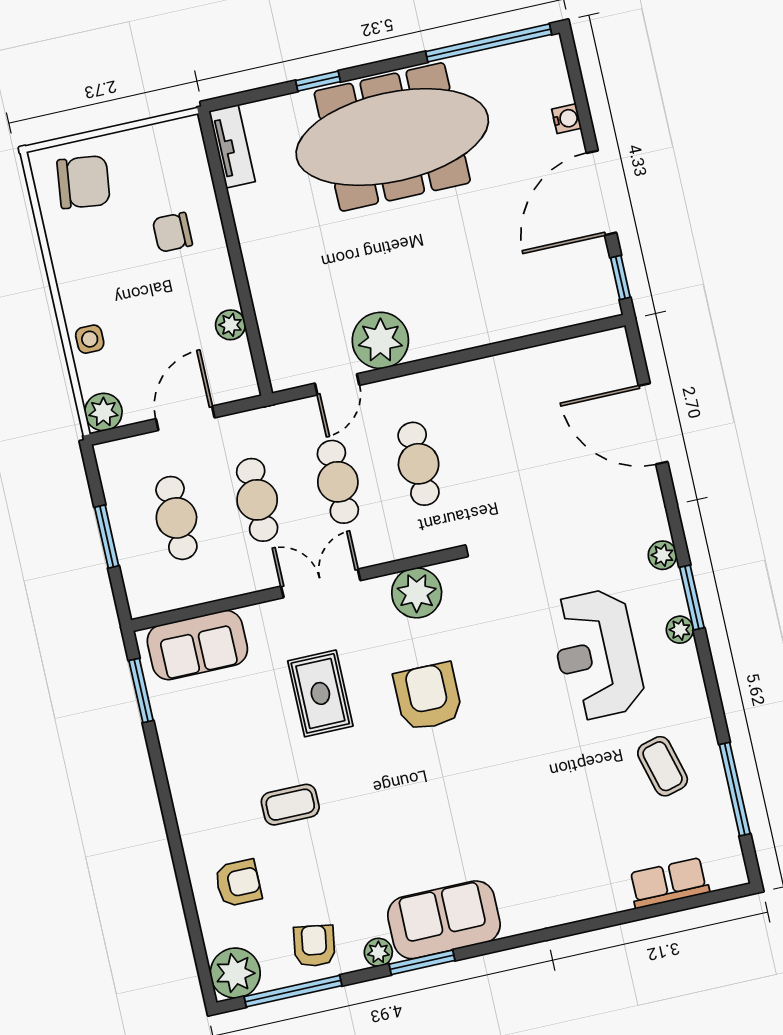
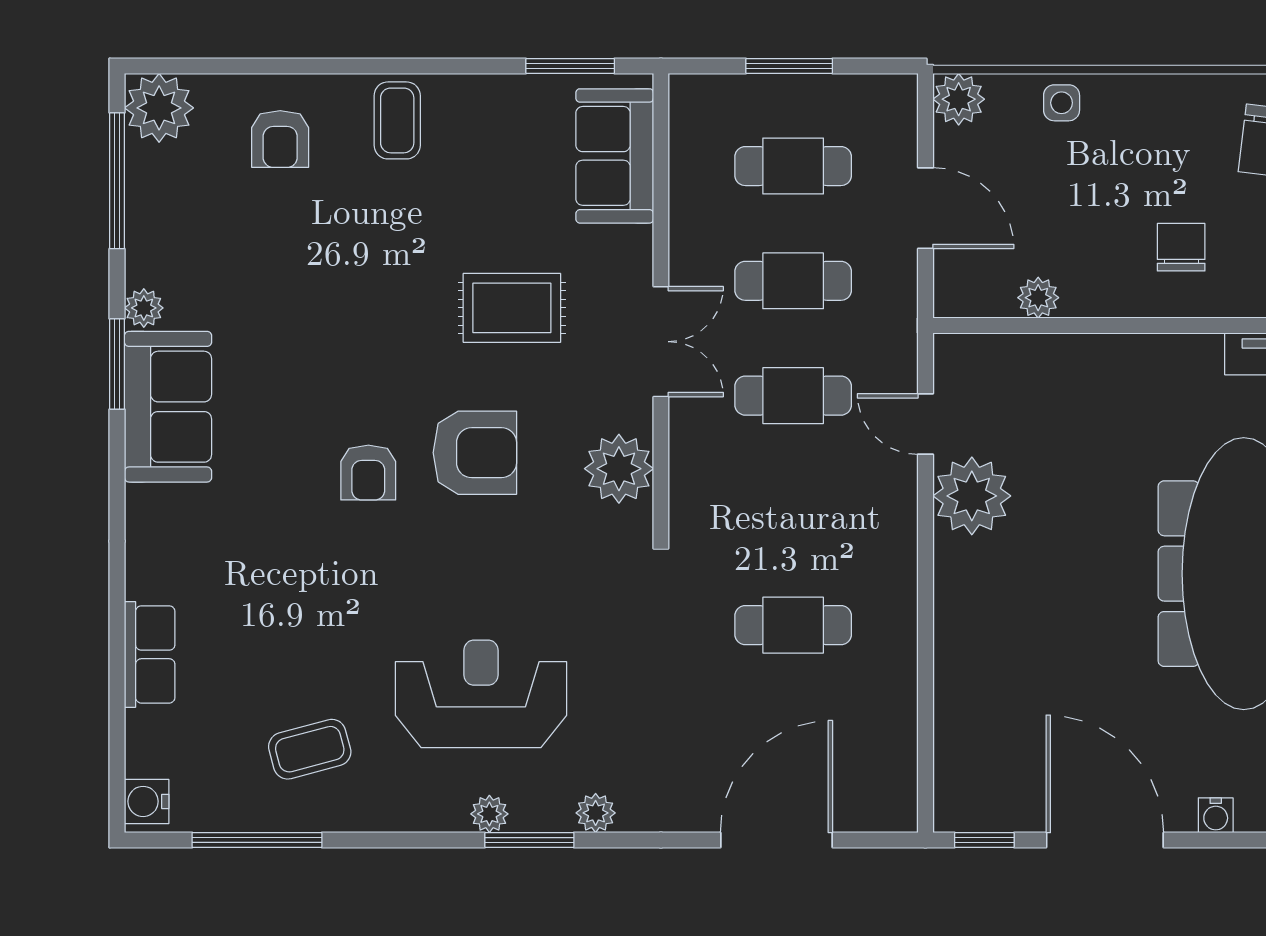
cafe table: (419, 464) -> (793, 625), moved
coffee table: (290, 805) -> (397, 120), moved
water cooler: (725, 873) -> (147, 801), added
row of seats: (669, 883) -> (150, 654), moved
armchair: (314, 946) -> (368, 472), moved, turned 81

